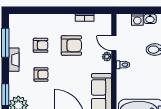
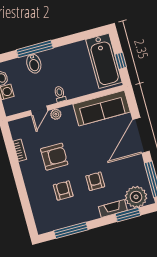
armchair: (71, 45) -> (54, 157), turned 90
fireplace: (14, 60) -> (113, 209), moved

